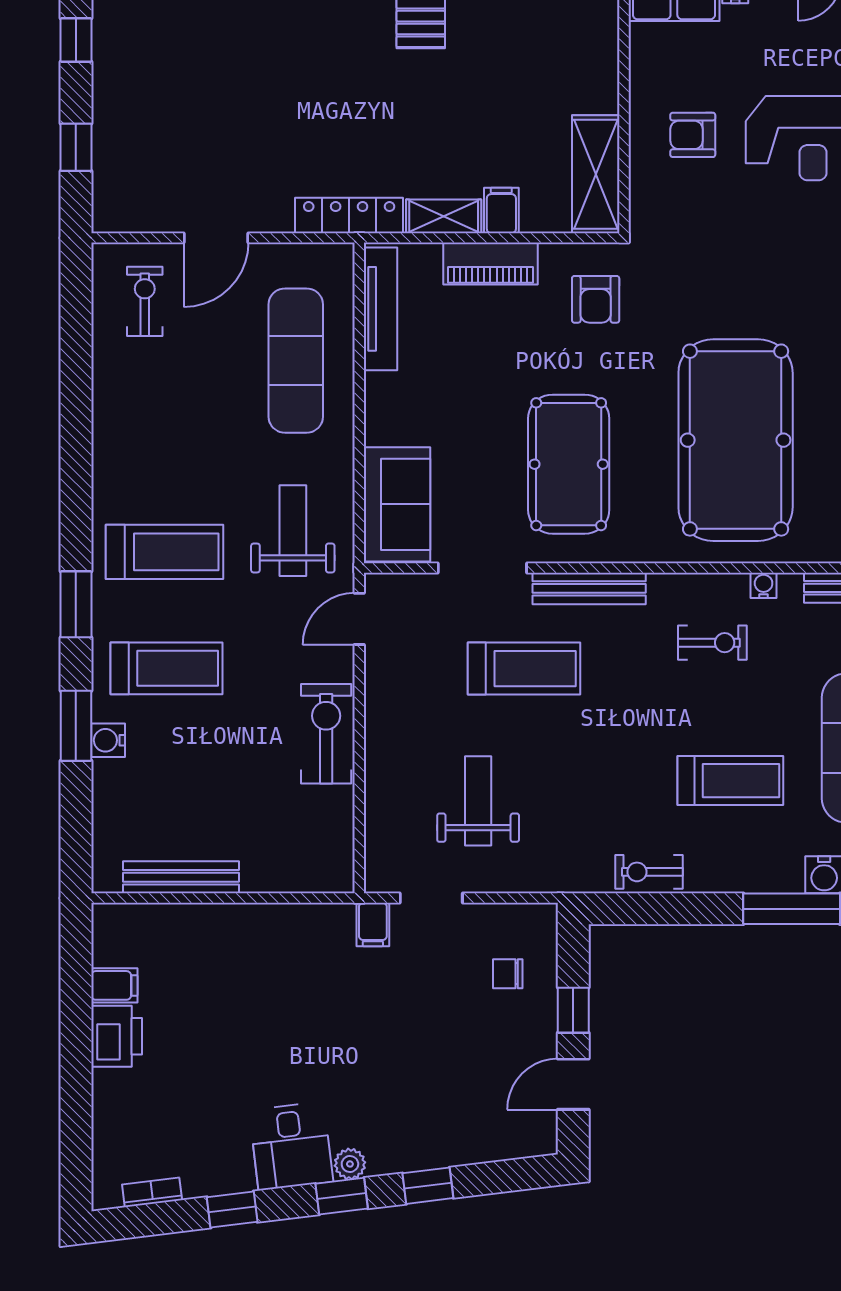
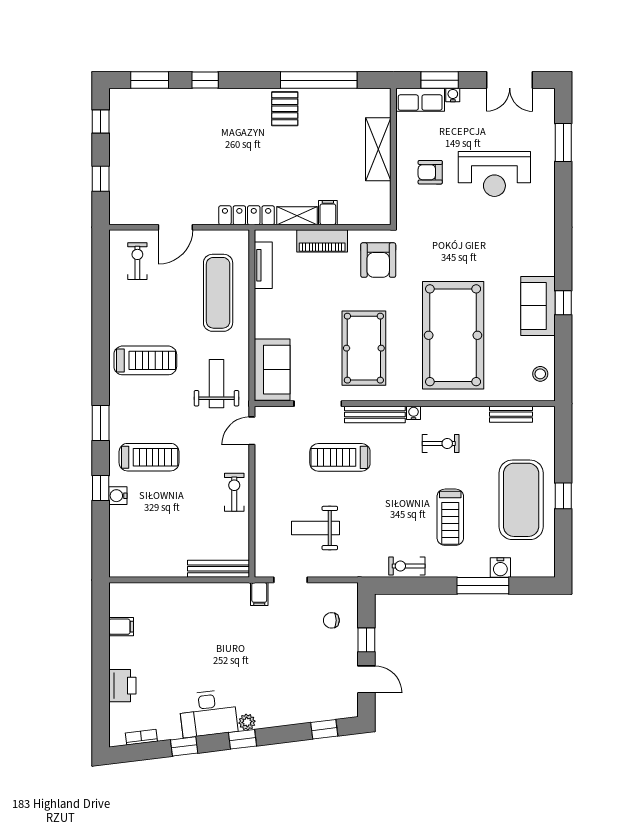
shelving: (596, 174) -> (378, 149), moved
armchair: (596, 299) -> (378, 260), width x1.38, depth x1.38
tv unit: (380, 309) -> (263, 265), width x0.71
treadmill: (164, 552) -> (145, 360), moved
water cooler: (764, 585) -> (414, 413), moved
treadmill: (524, 669) -> (340, 457), turned 180
window: (76, 726) -> (101, 488), width x0.67
exercise bike: (326, 734) -> (234, 492), width x0.73, depth x0.72
treadmill: (730, 781) -> (450, 517), turned 90
weight bench: (478, 801) -> (315, 528), turned -90
bench: (181, 877) -> (219, 569), moved
printer: (117, 1036) -> (122, 686), moved
door: (573, 1084) -> (366, 679), swing flipped
desk: (291, 1146) -> (208, 713), width x1.37
window: (428, 1186) -> (324, 729), moved

